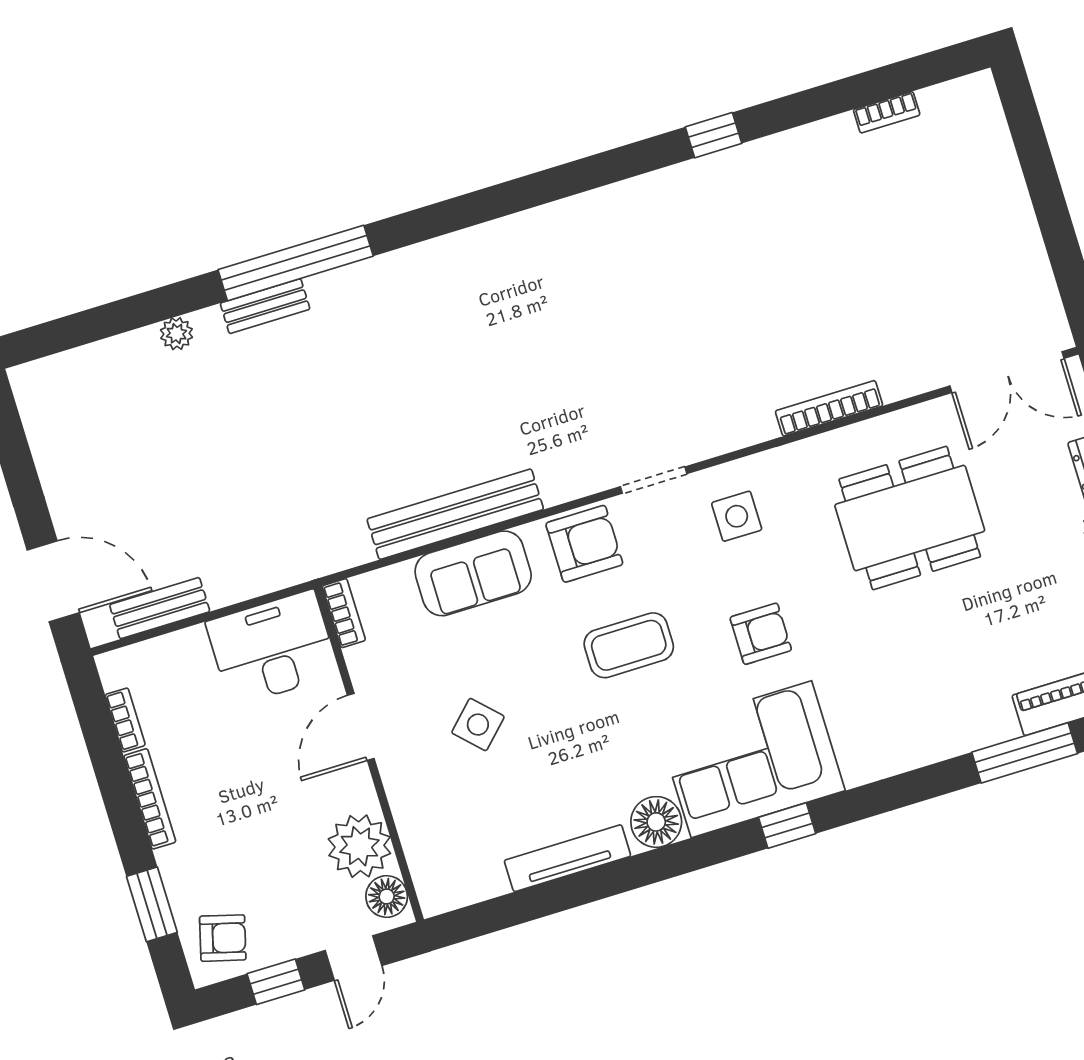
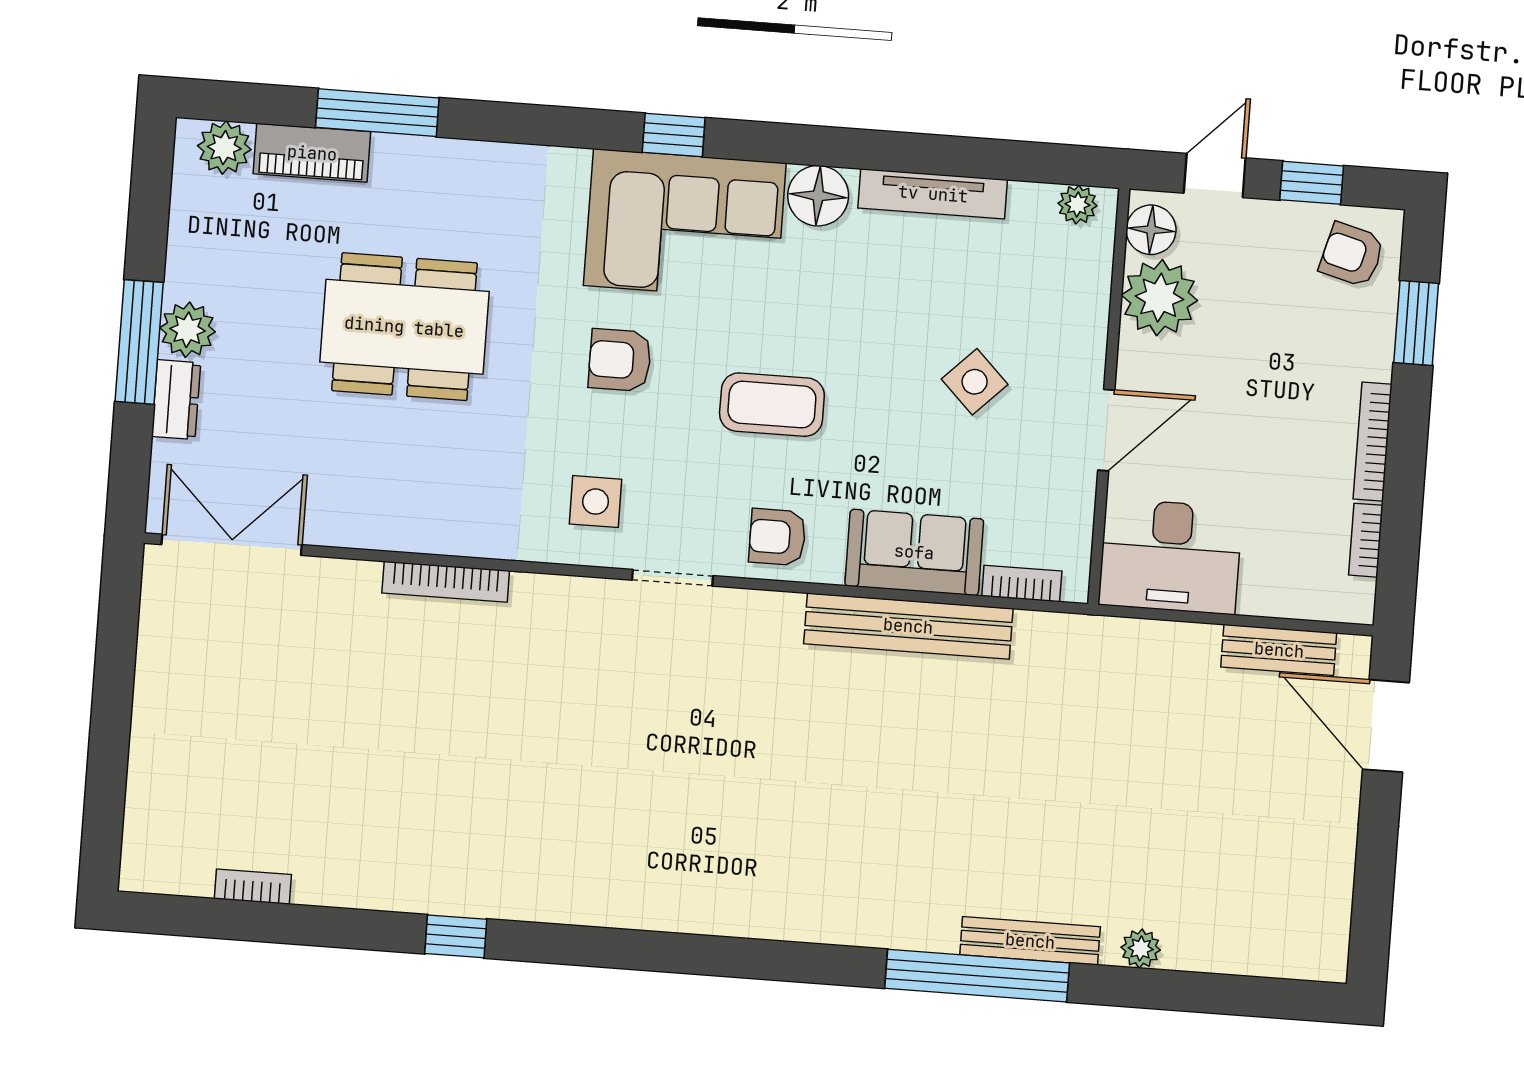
bench: (265, 306) -> (1030, 941), width x1.36
dining table: (910, 518) -> (404, 327), moved
armchair: (584, 544) -> (777, 537), width x0.72, depth x0.72
bookcase: (344, 613) -> (1022, 584), moved, turned 90
plant: (452, 894) -> (1077, 204), added

